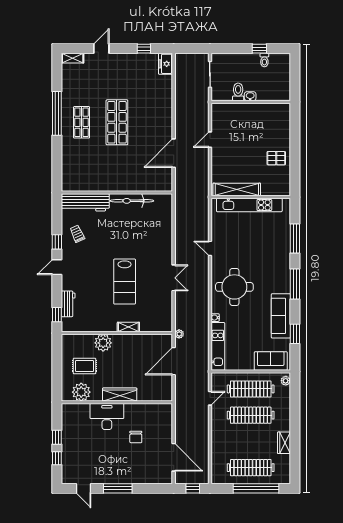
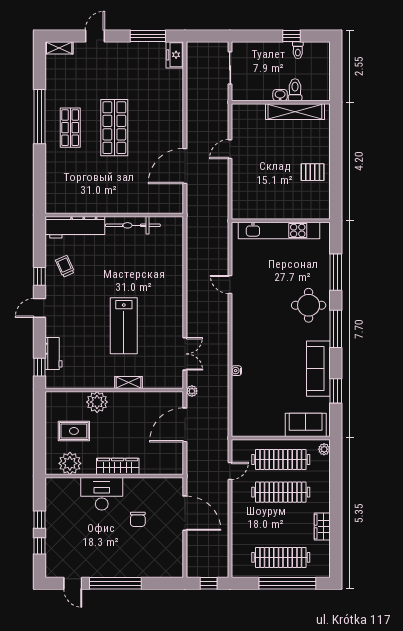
window: (144, 49) -> (148, 36), width x2.17
toilet: (238, 92) -> (295, 90), moved
shelving: (237, 190) -> (295, 112), moved
double door: (174, 278) -> (185, 354), moved
round table: (234, 287) -> (309, 305), moved, width x0.73, depth x0.73
kitchen unit: (218, 346) -> (240, 407), removed
door: (174, 457) -> (185, 513), moved
window: (118, 488) -> (115, 583), width x1.46

